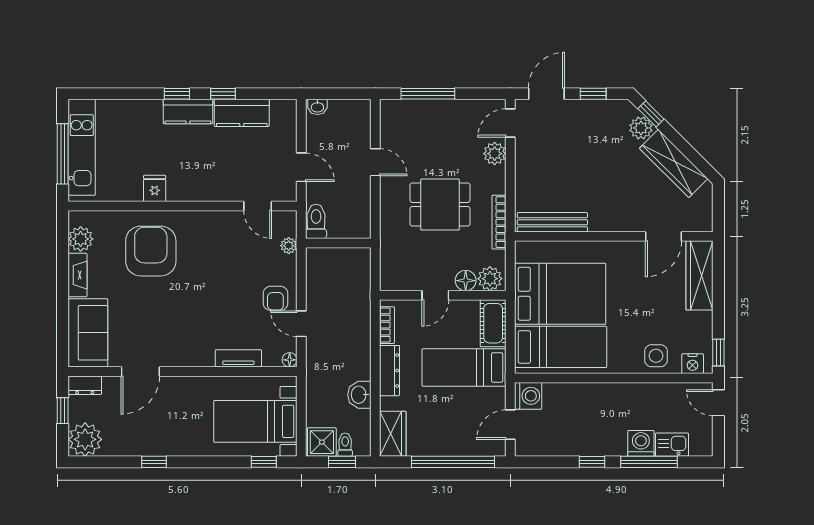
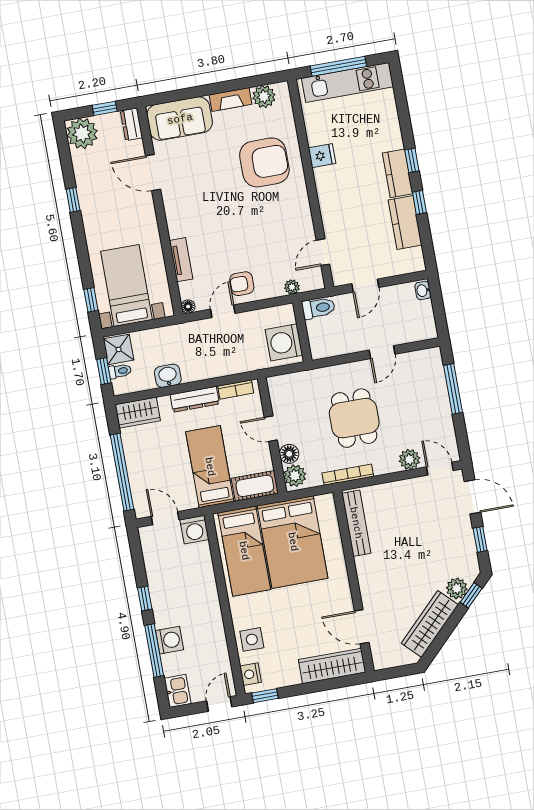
washing machine: (346, 265) -> (284, 342), added
kitchen sink: (672, 445) -> (178, 691), moved

